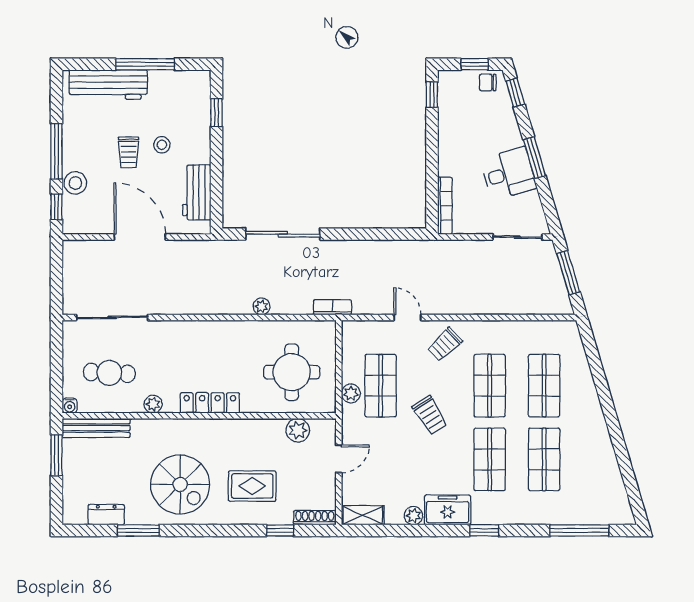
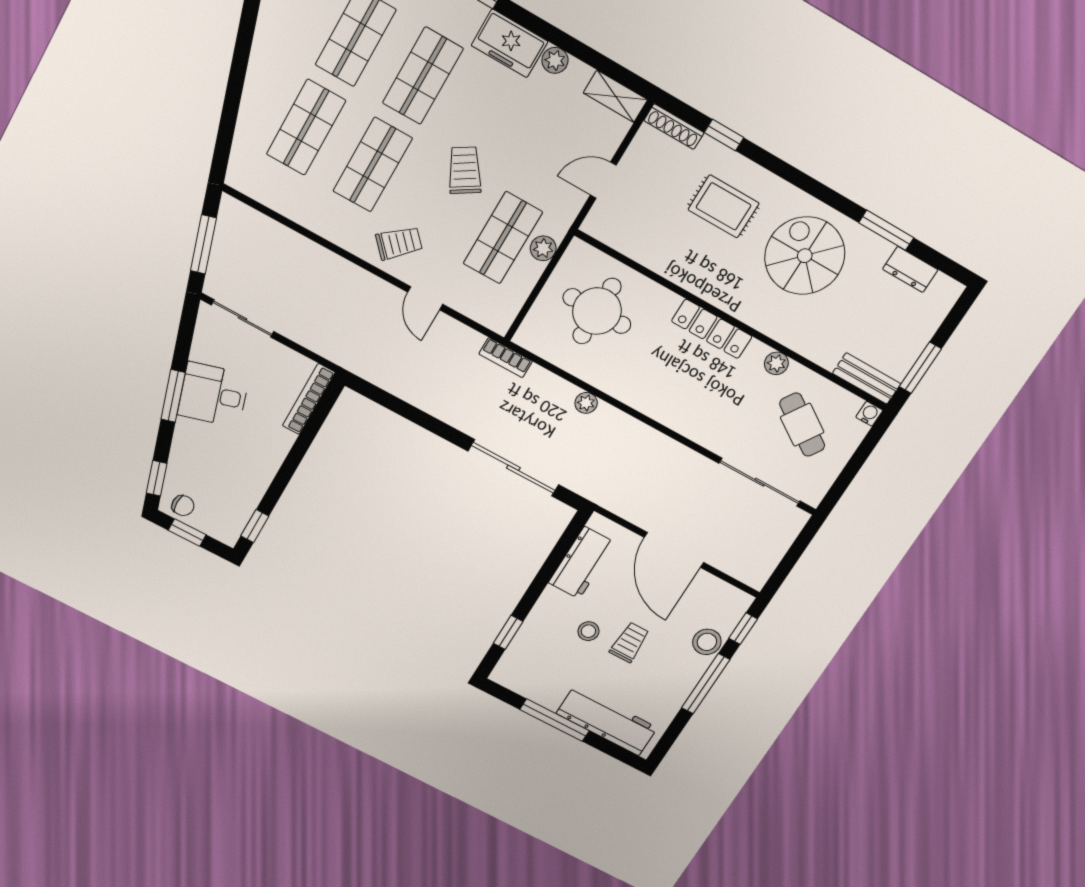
cafe table: (109, 373) -> (802, 425), turned 30
bench: (96, 428) -> (867, 378), width x0.73
plant: (298, 430) -> (631, 241), removed

